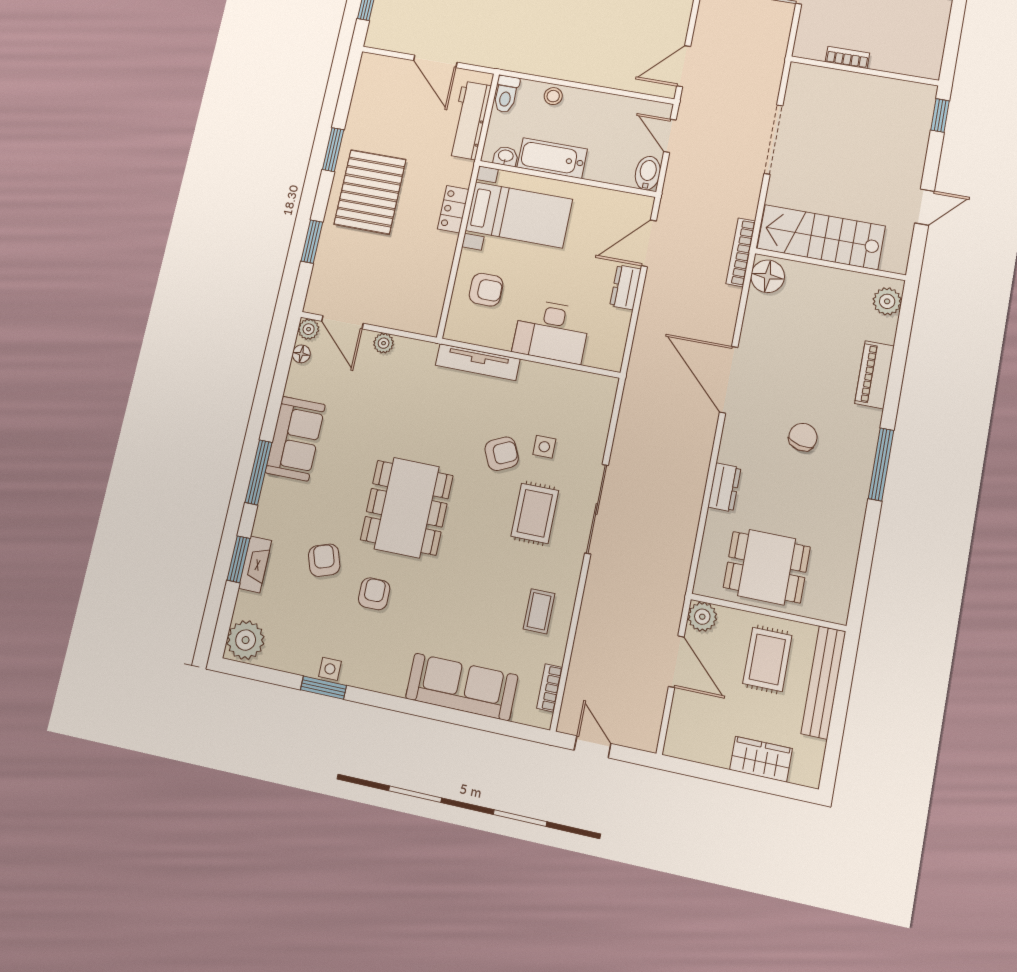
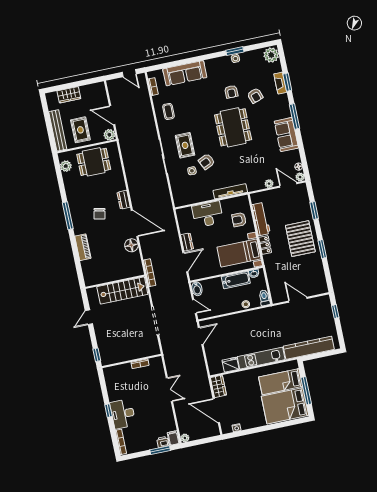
workbench: (469, 120) -> (261, 219), moved
floor lamp: (768, 276) -> (131, 245), moved
plant: (887, 301) -> (66, 166), moved
dresser: (724, 487) -> (124, 200), moved

